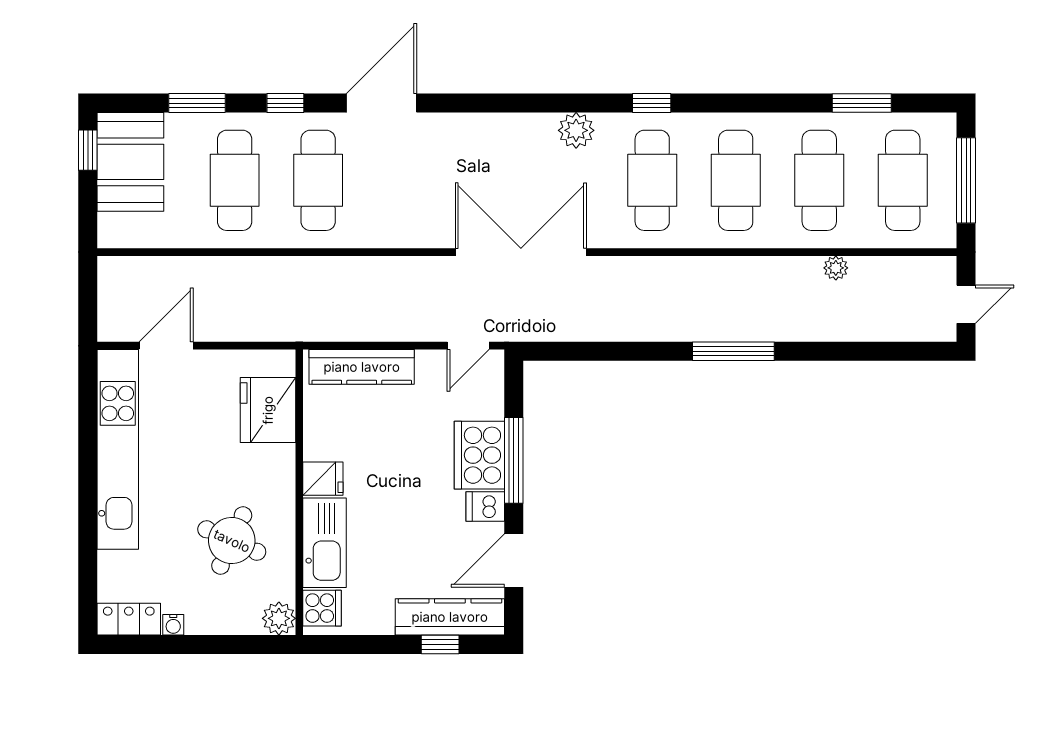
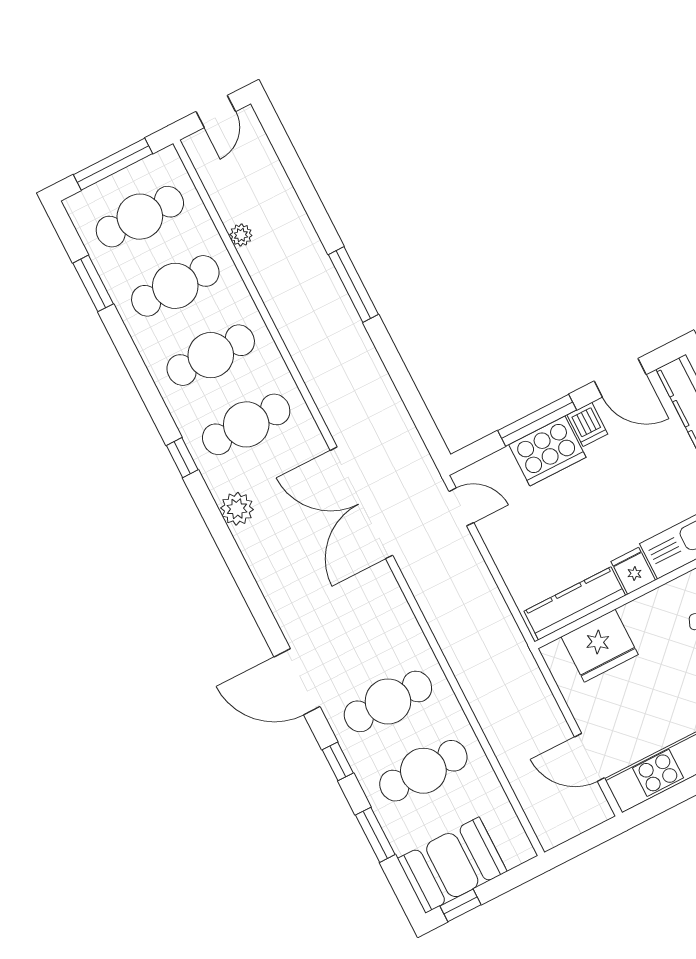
door: (966, 304) -> (216, 111), swing flipped
kitchen counter: (362, 367) -> (575, 603), moved, turned -90

